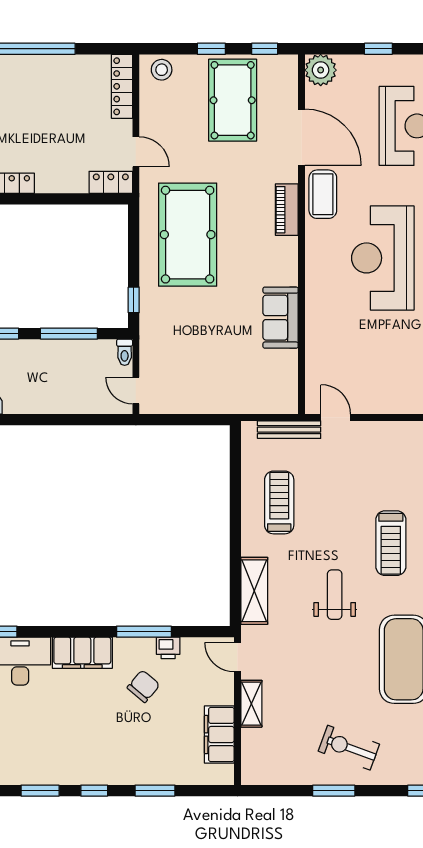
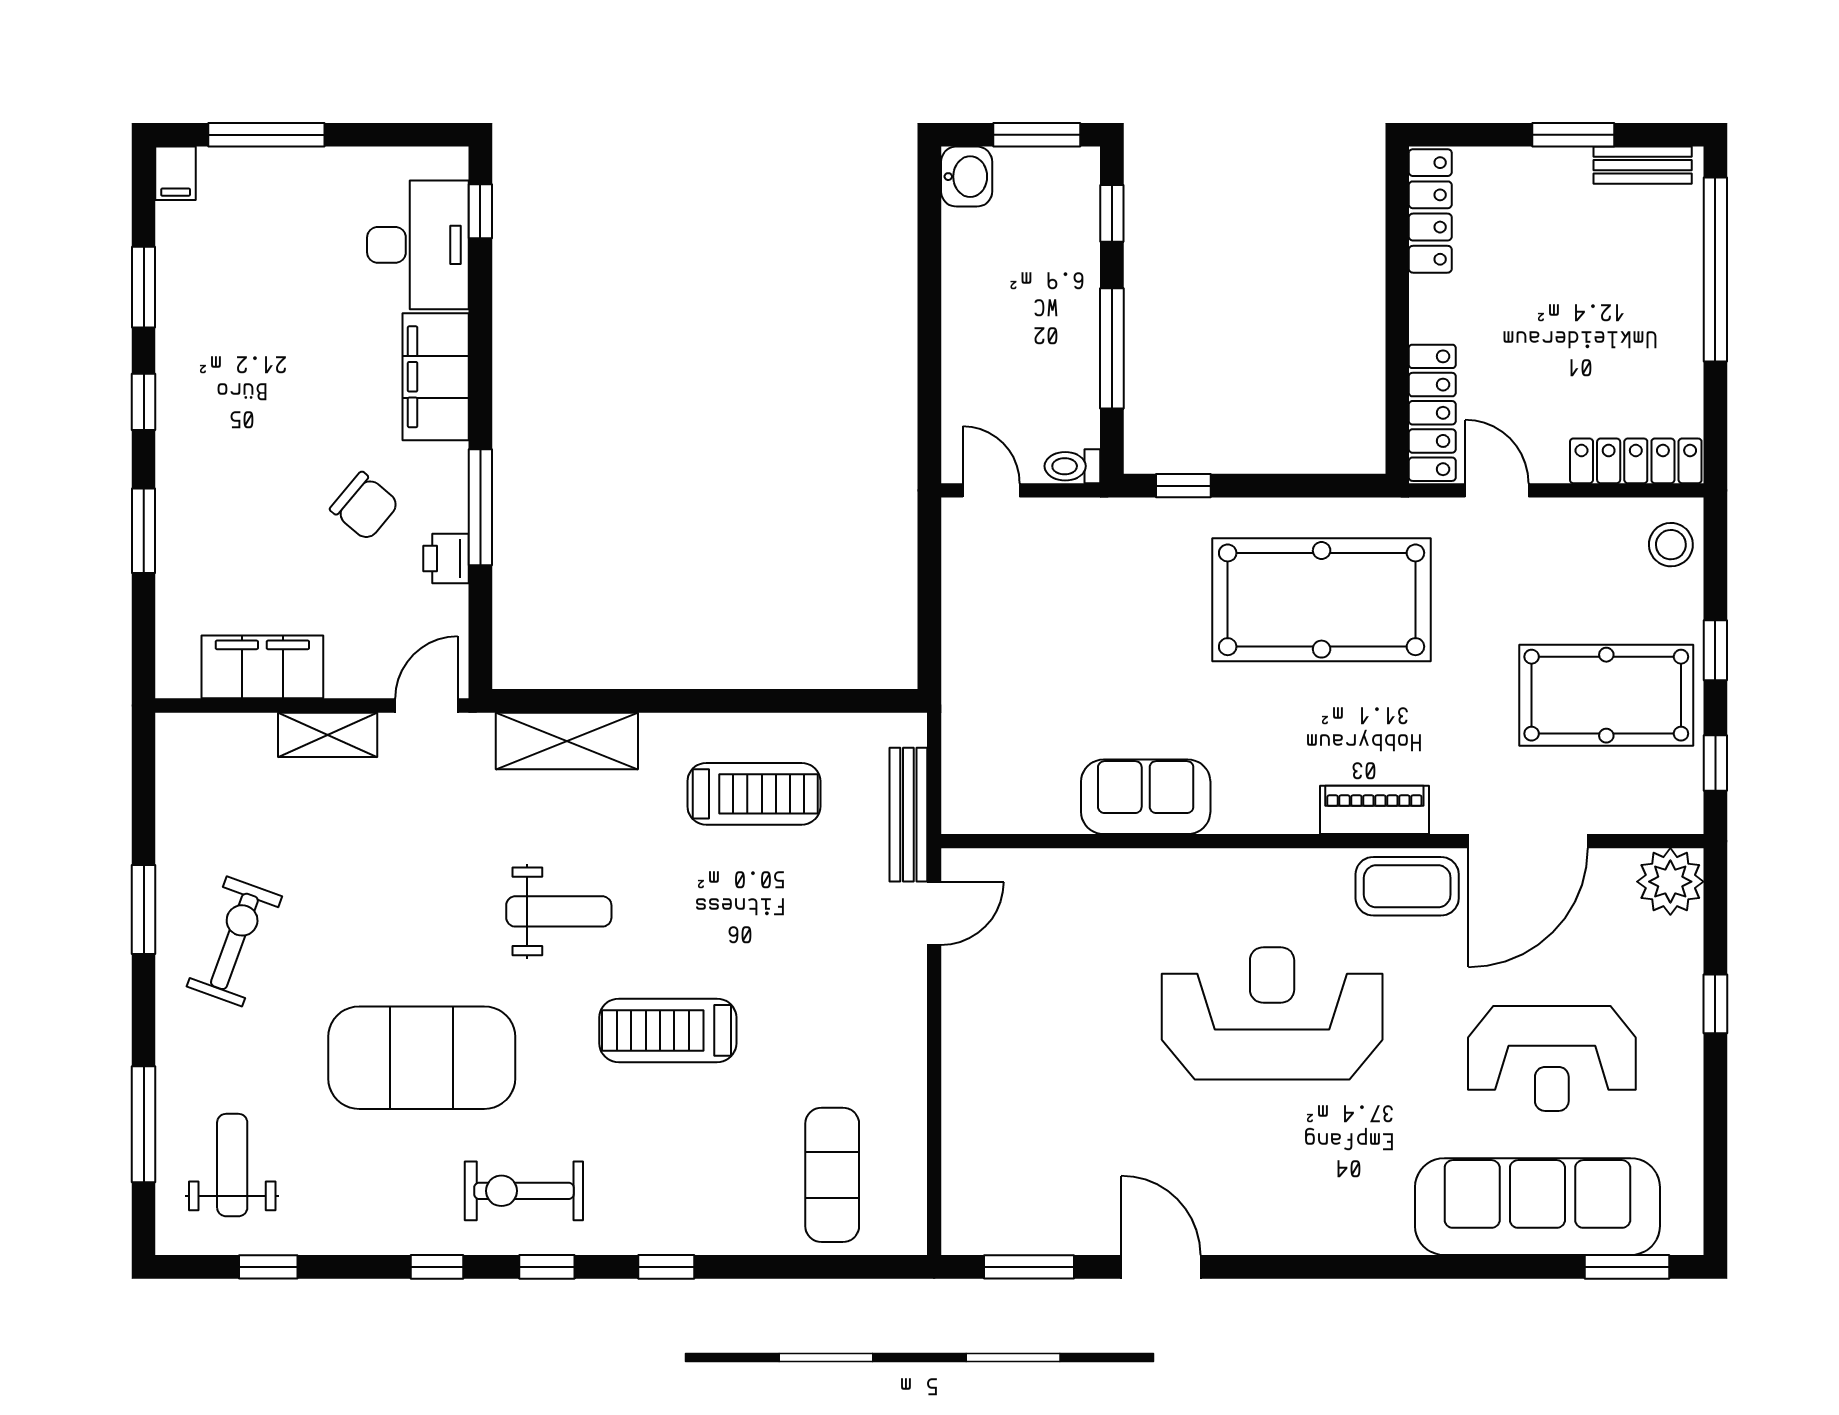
door: (136, 152) -> (1497, 490), swing flipped
locker: (111, 182) -> (1432, 413), width x1.53
door: (136, 390) -> (991, 490), hinge flipped

